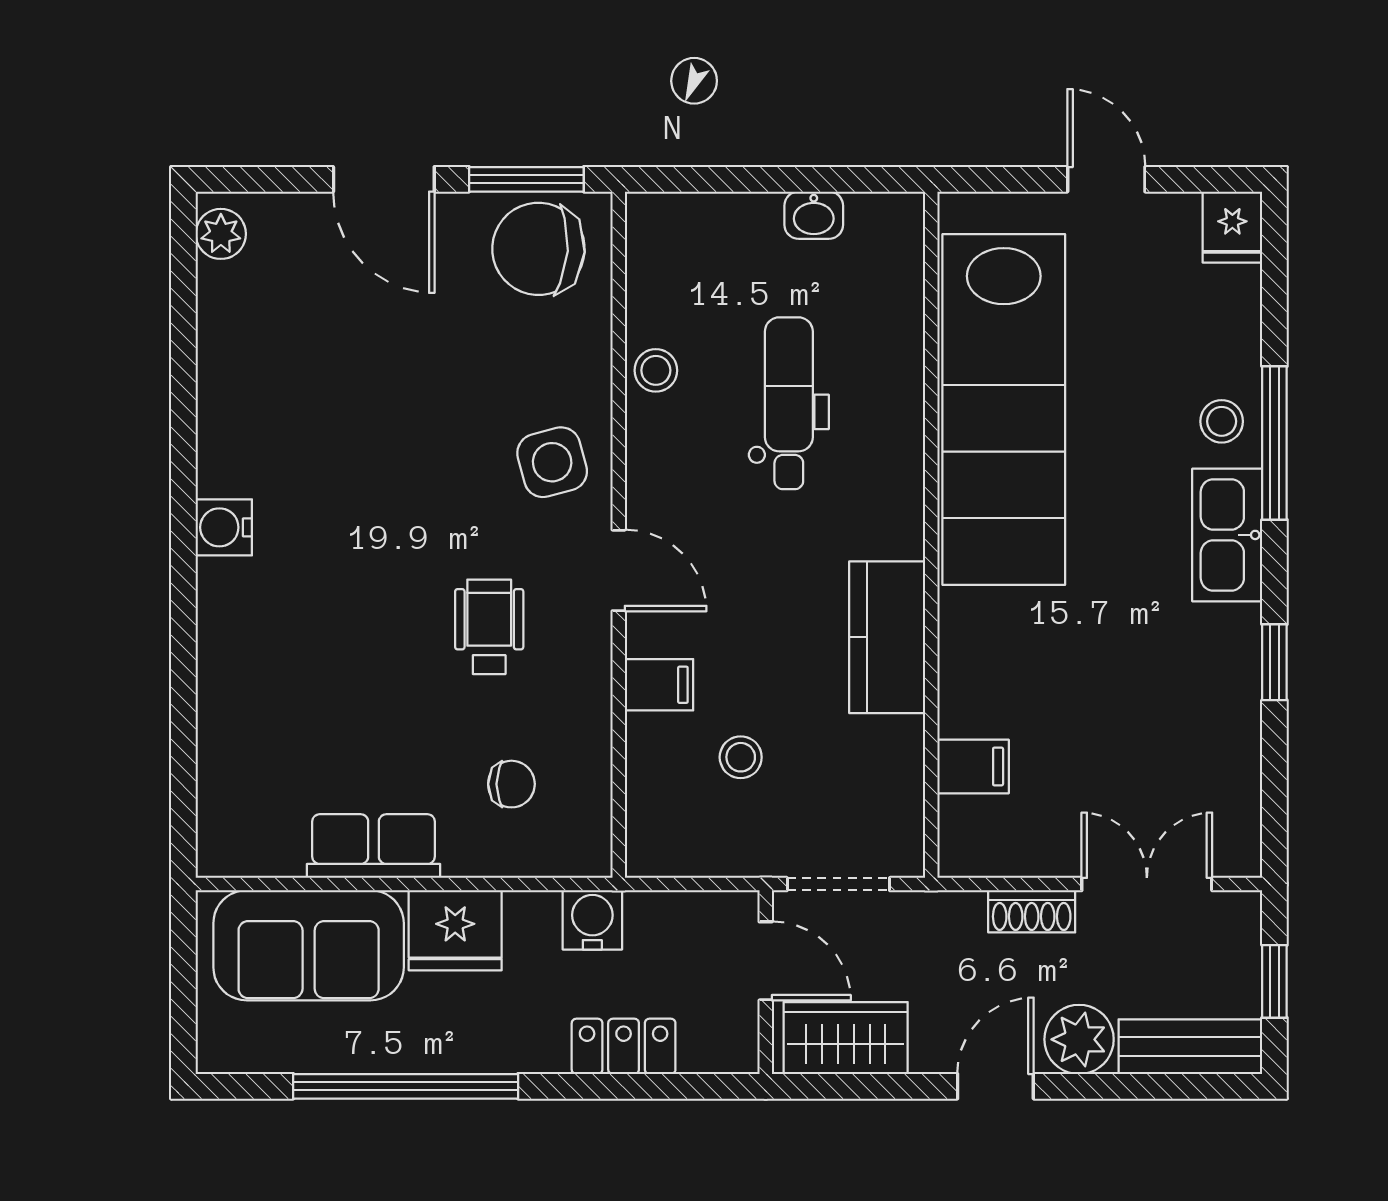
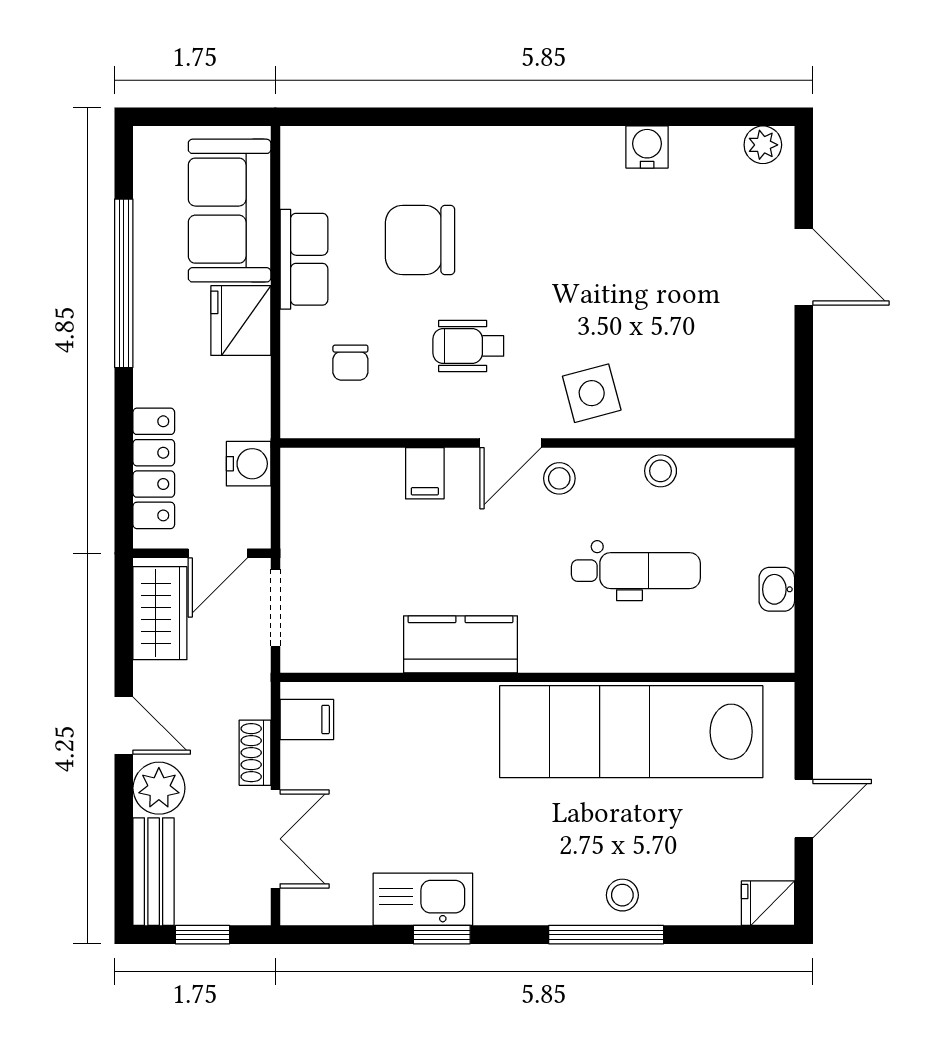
door: (384, 179) -> (804, 267), swing flipped
window: (526, 179) -> (804, 374), removed
chair: (538, 249) -> (420, 240), moved, turned -94
water cooler: (224, 527) -> (647, 147), moved
kitchen sink: (1227, 535) -> (423, 899), moved
wheelchair: (489, 627) -> (468, 346), turned 180
stool: (741, 757) -> (559, 478), moved
filing cabinet: (973, 767) -> (307, 720), moved, turned -90
water cooler: (592, 920) -> (249, 464), moved
locker: (624, 1046) -> (154, 468), width x1.53

